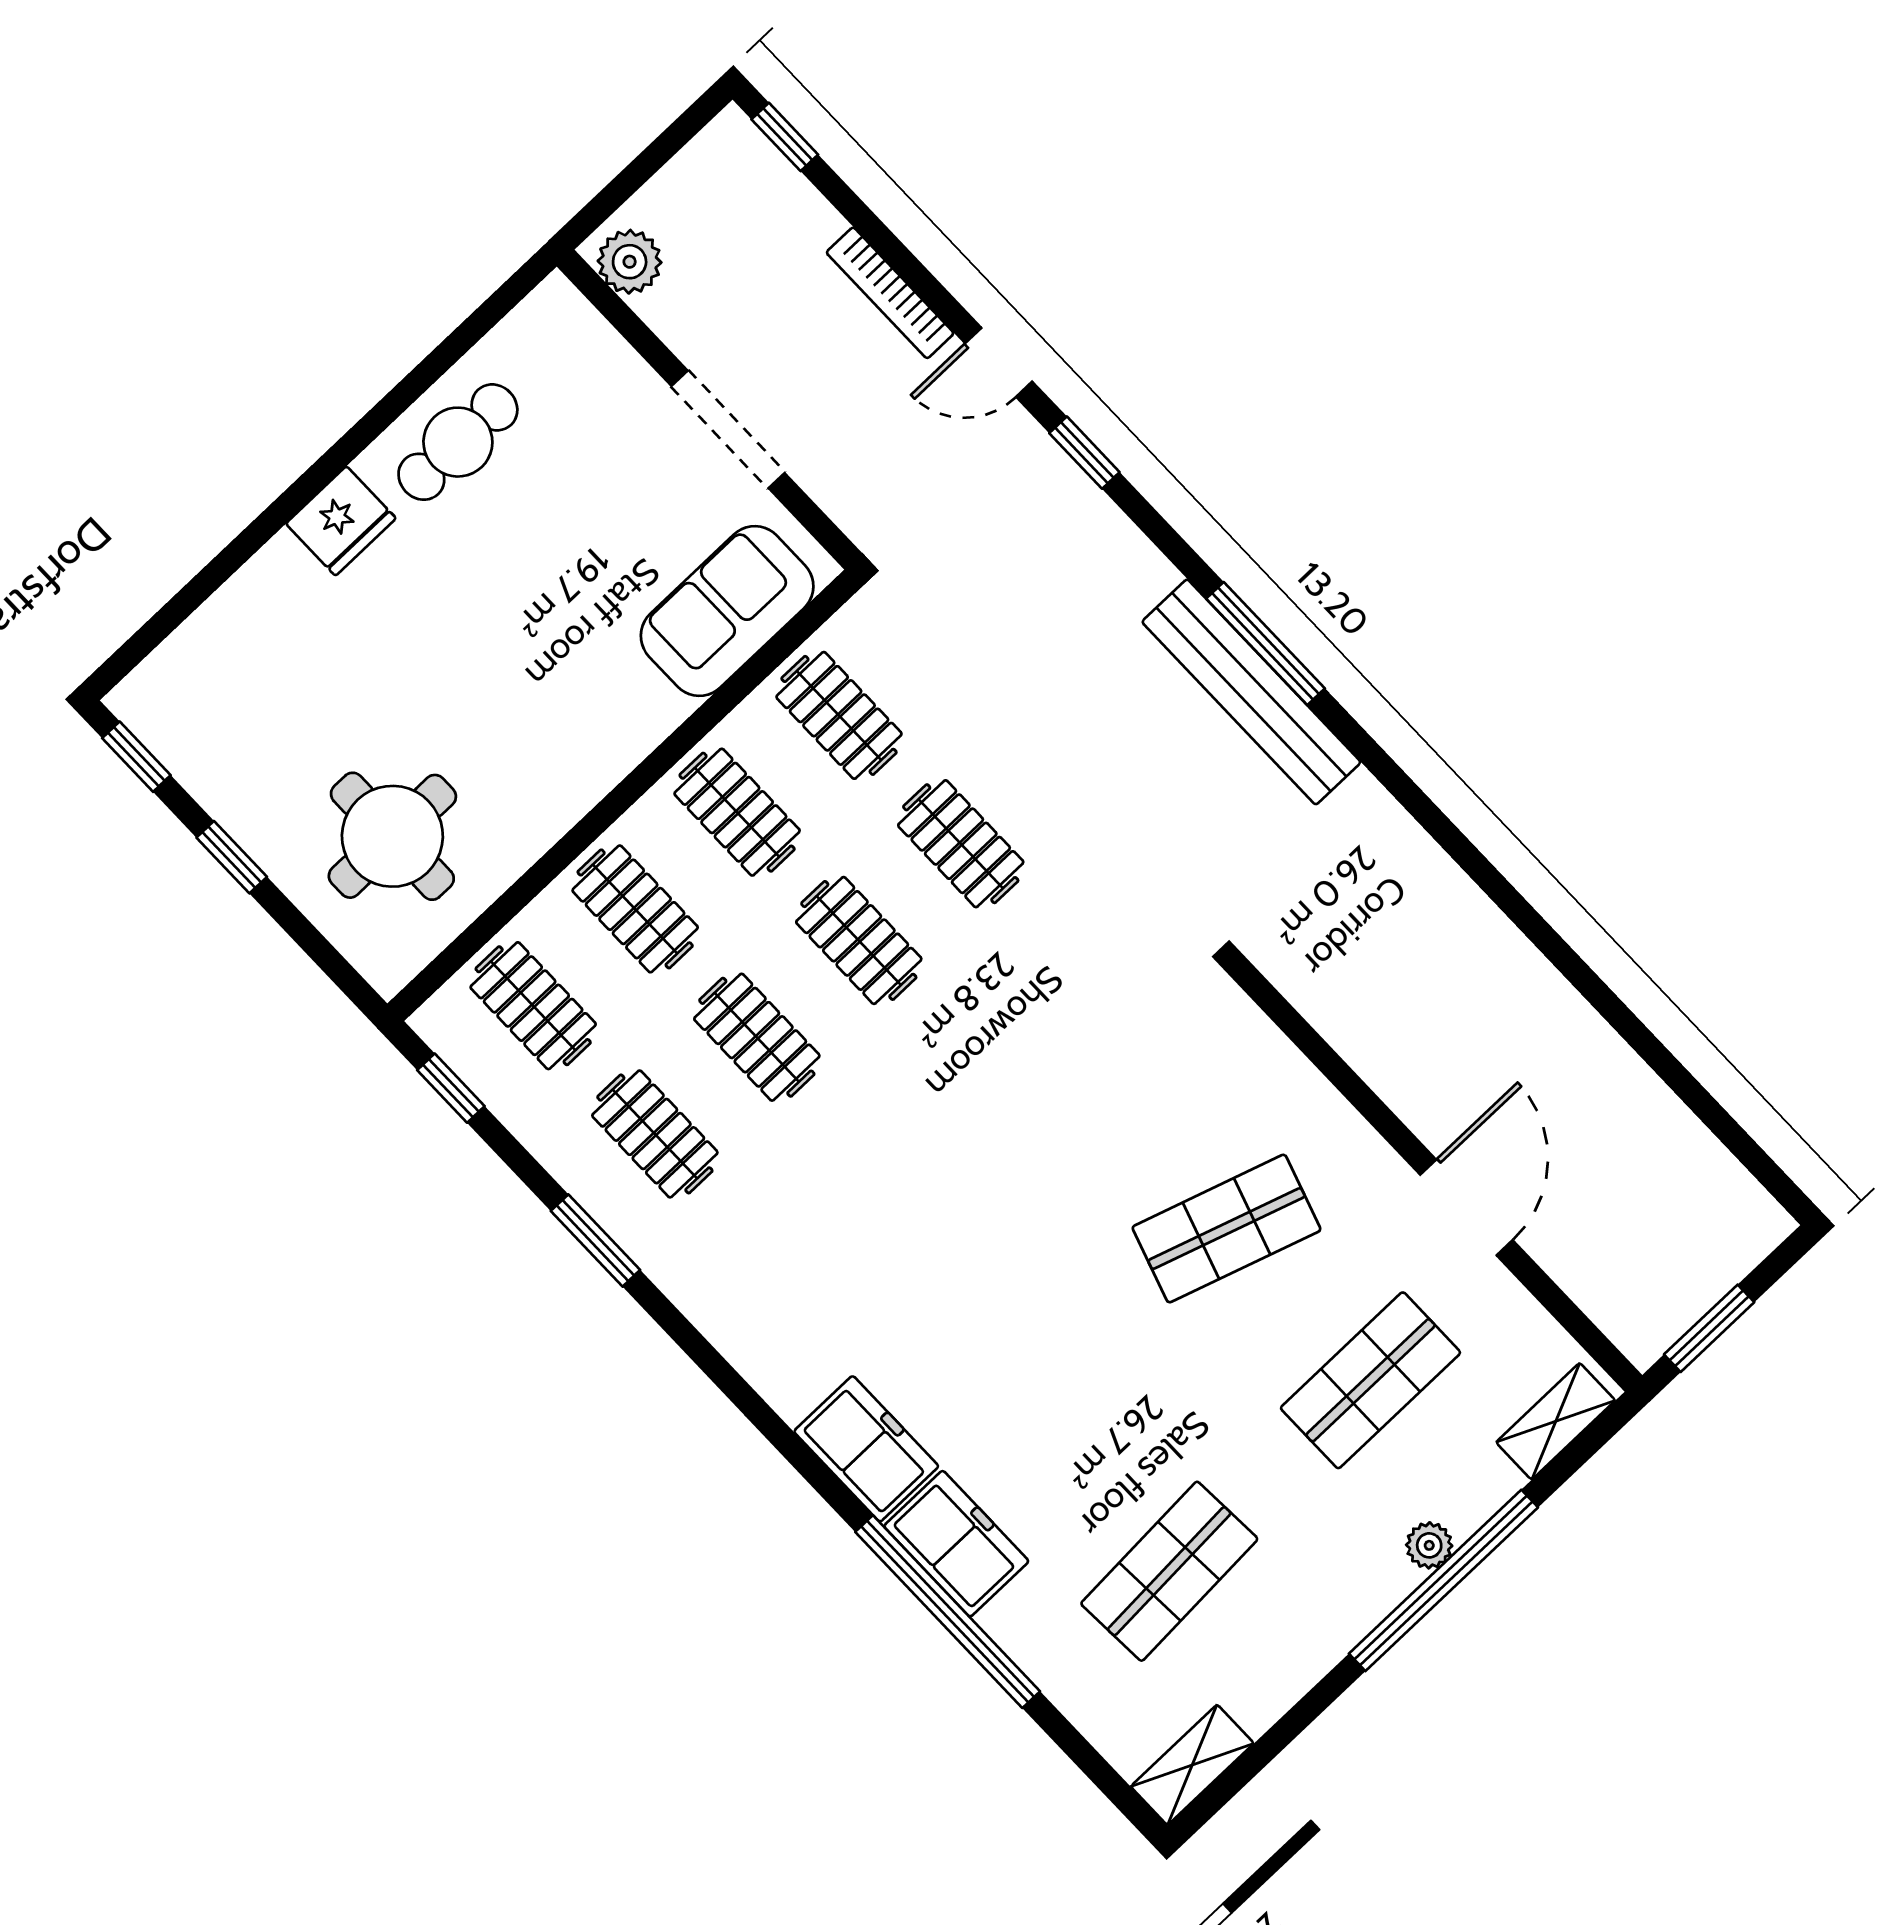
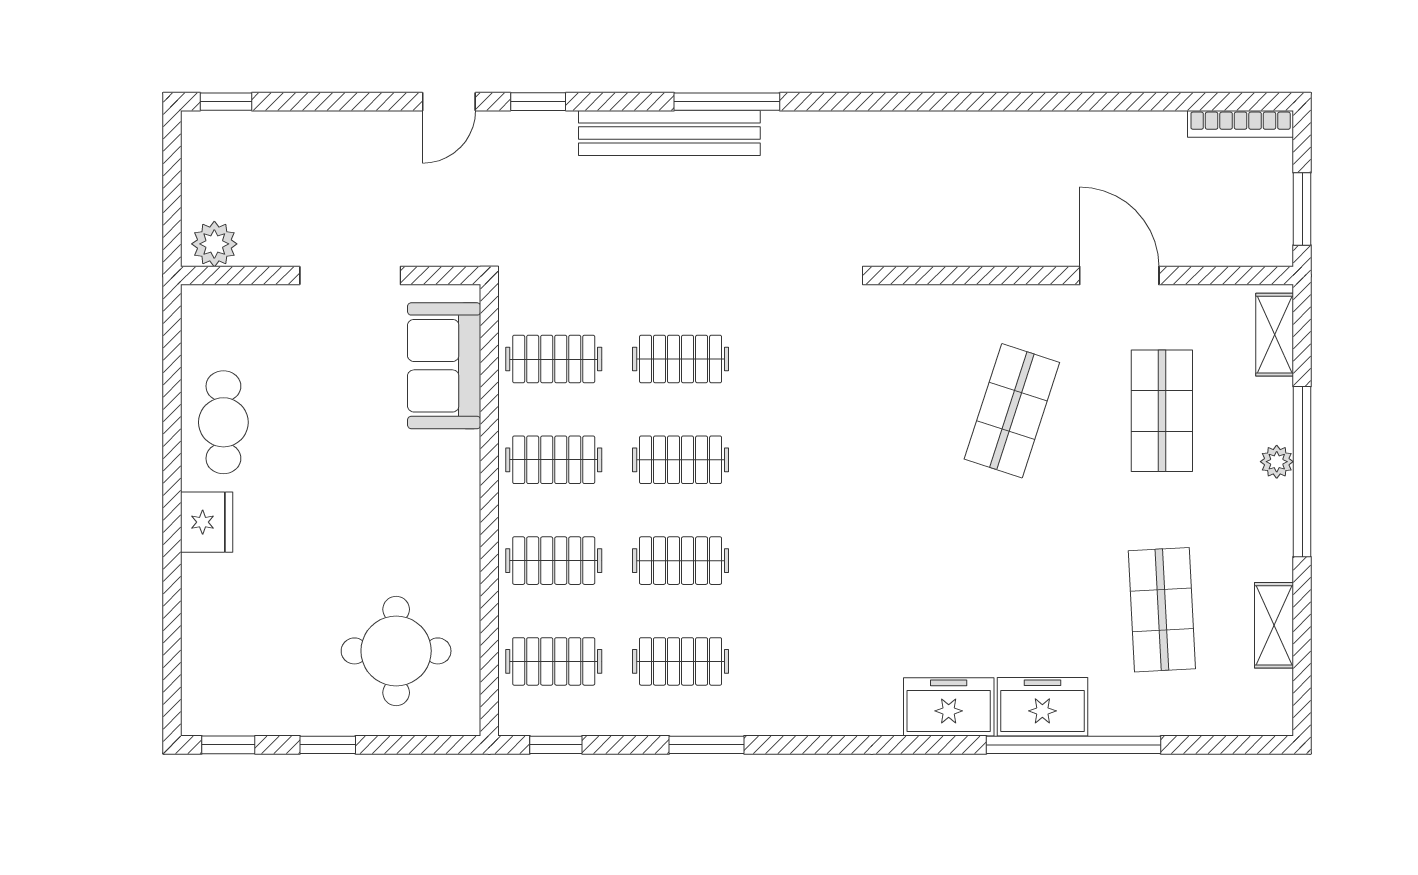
bookcase: (890, 293) -> (1241, 124), moved
bench: (1251, 692) -> (669, 133), moved
shelving: (1192, 1765) -> (1274, 625), moved

